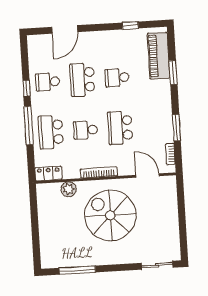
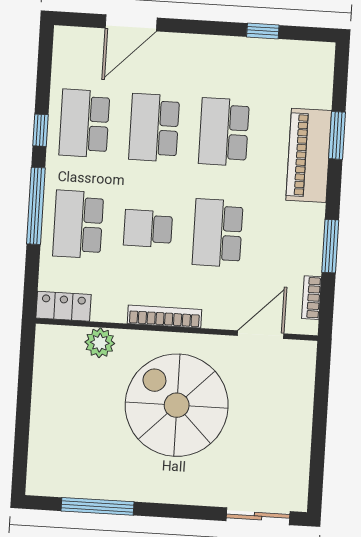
piano: (159, 56) -> (309, 155), moved
school desk: (117, 78) -> (224, 132), width x1.85
school desk: (48, 82) -> (84, 123), width x1.85
door: (147, 175) -> (261, 335), hinge flipped

